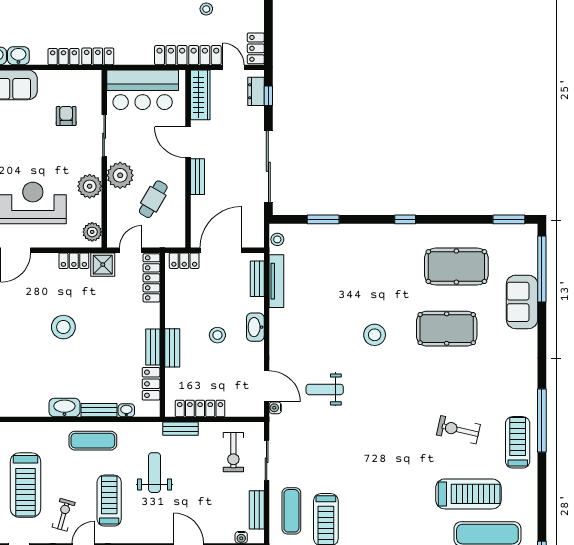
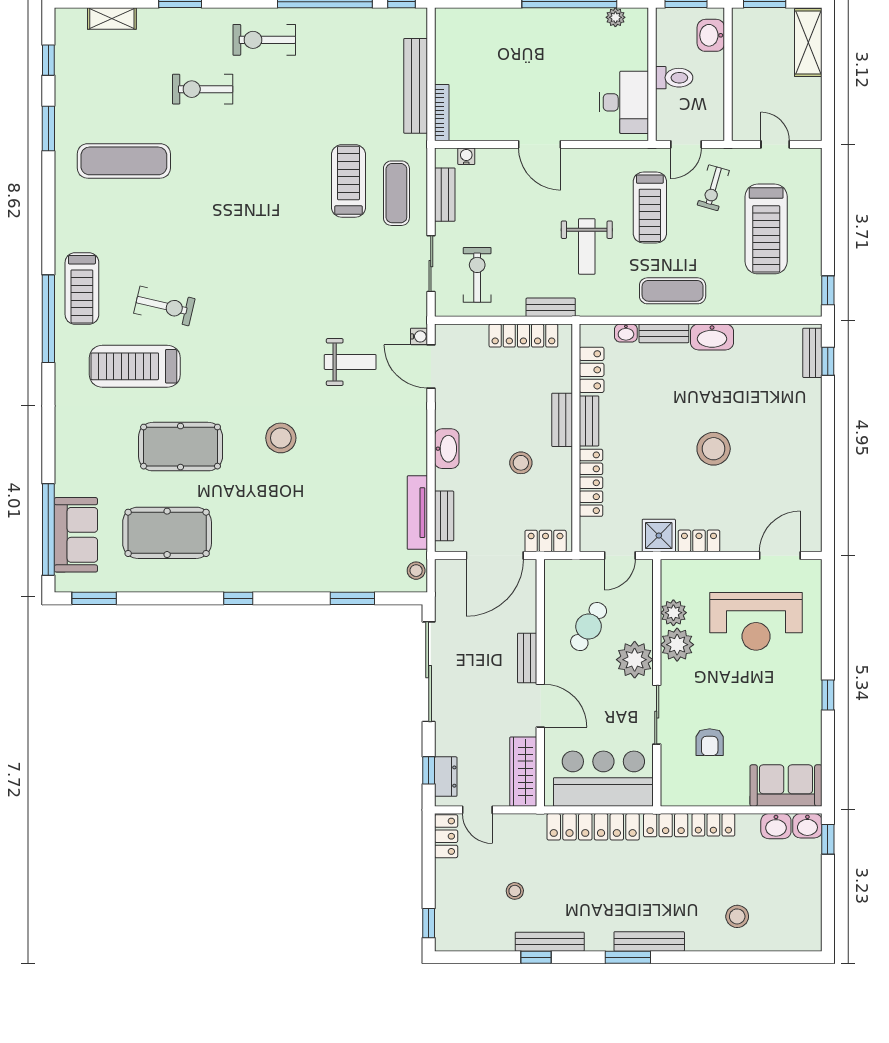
locker: (188, 55) -> (593, 827), moved
plant: (92, 232) -> (673, 613), moved
locker: (151, 278) -> (591, 483), moved
sofa: (522, 302) -> (76, 535), moved
stool: (217, 335) -> (521, 463), moved
treadmill: (26, 485) -> (766, 229), turned 180
treadmill: (468, 494) -> (135, 366), moved

